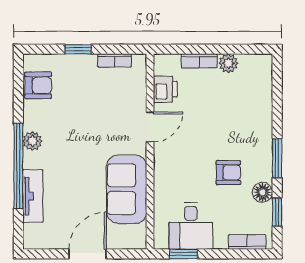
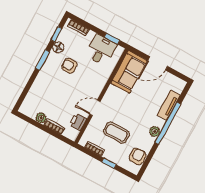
armchair: (38, 85) -> (137, 156), turned 90
coffee table: (93, 106) -> (116, 133), added
sofa: (127, 189) -> (129, 72), moved

